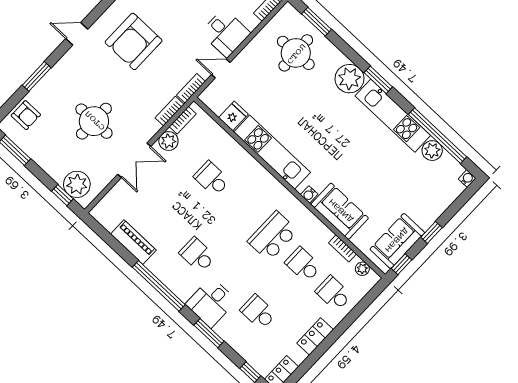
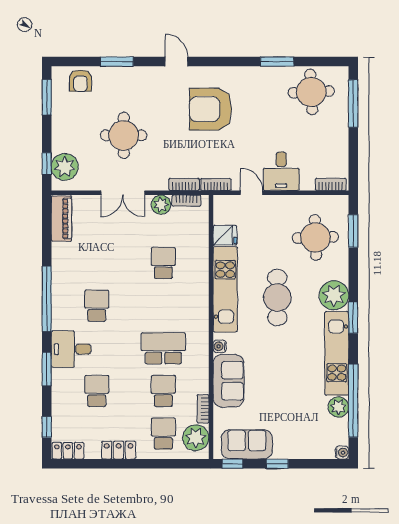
cafe table: (313, 121) -> (277, 298), added
piano: (133, 242) -> (61, 219), moved
plant: (362, 269) -> (196, 438), width x1.88, depth x1.88

